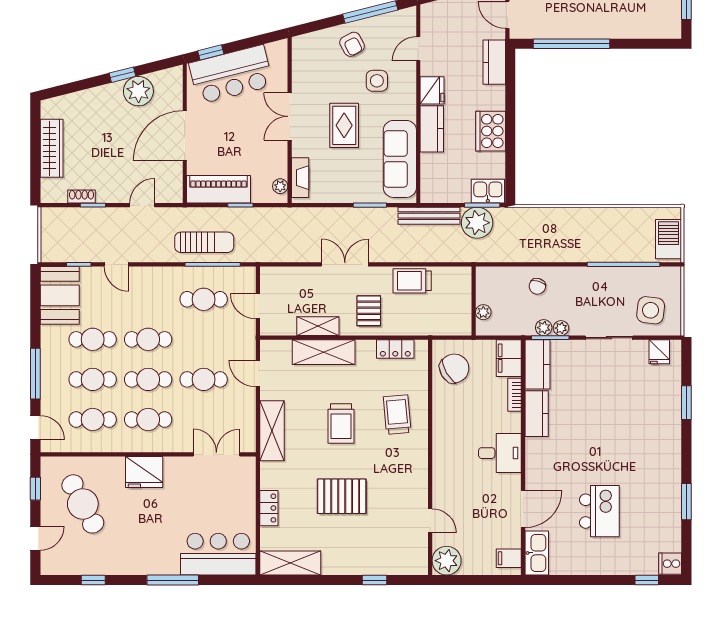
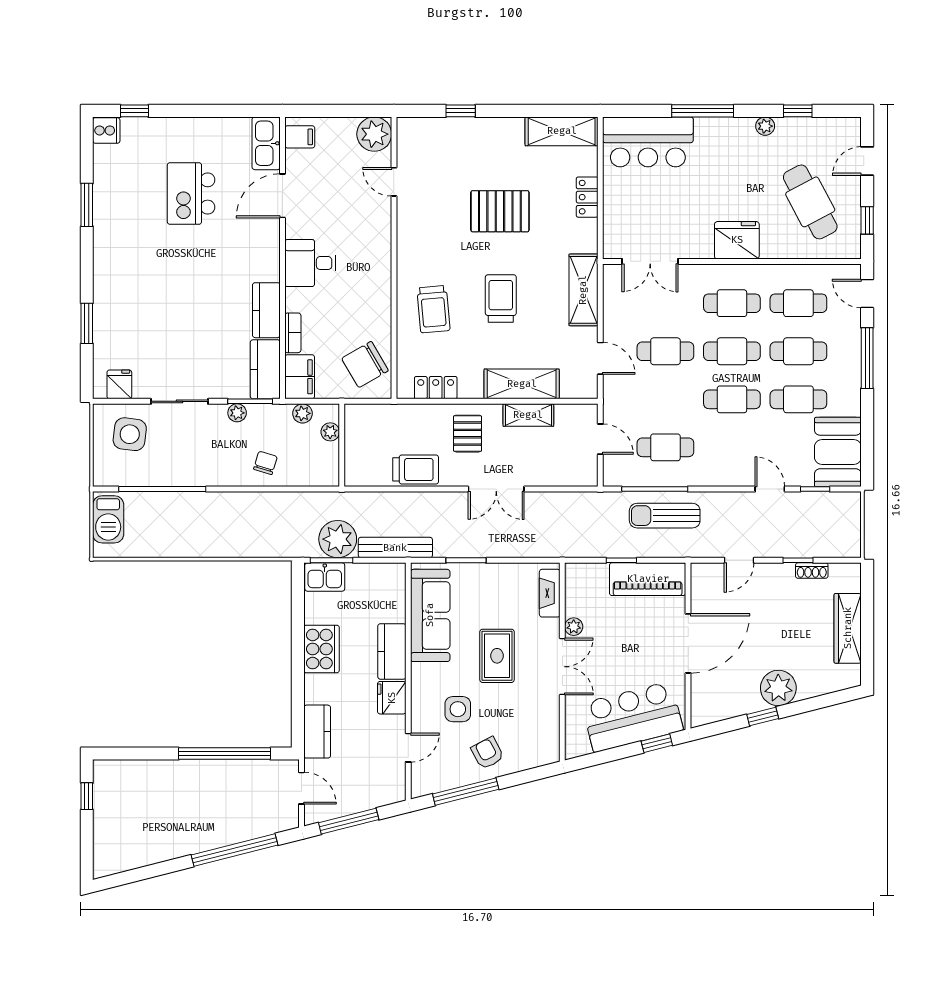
plant: (138, 91) -> (778, 688), moved
plant: (280, 186) -> (574, 627), moved
plant: (544, 328) -> (303, 413), moved
plant: (120, 567) -> (765, 126), added

